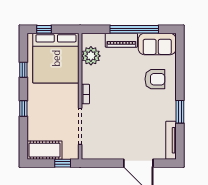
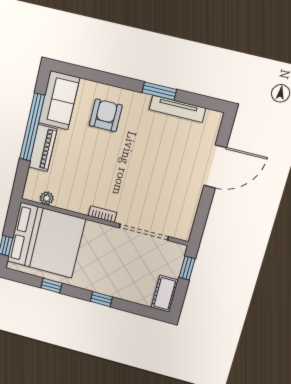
plant: (91, 56) -> (47, 198), width x0.53, depth x0.53
tv unit: (171, 140) -> (177, 109), moved
cot: (45, 150) -> (165, 294), width x0.73, depth x0.75

